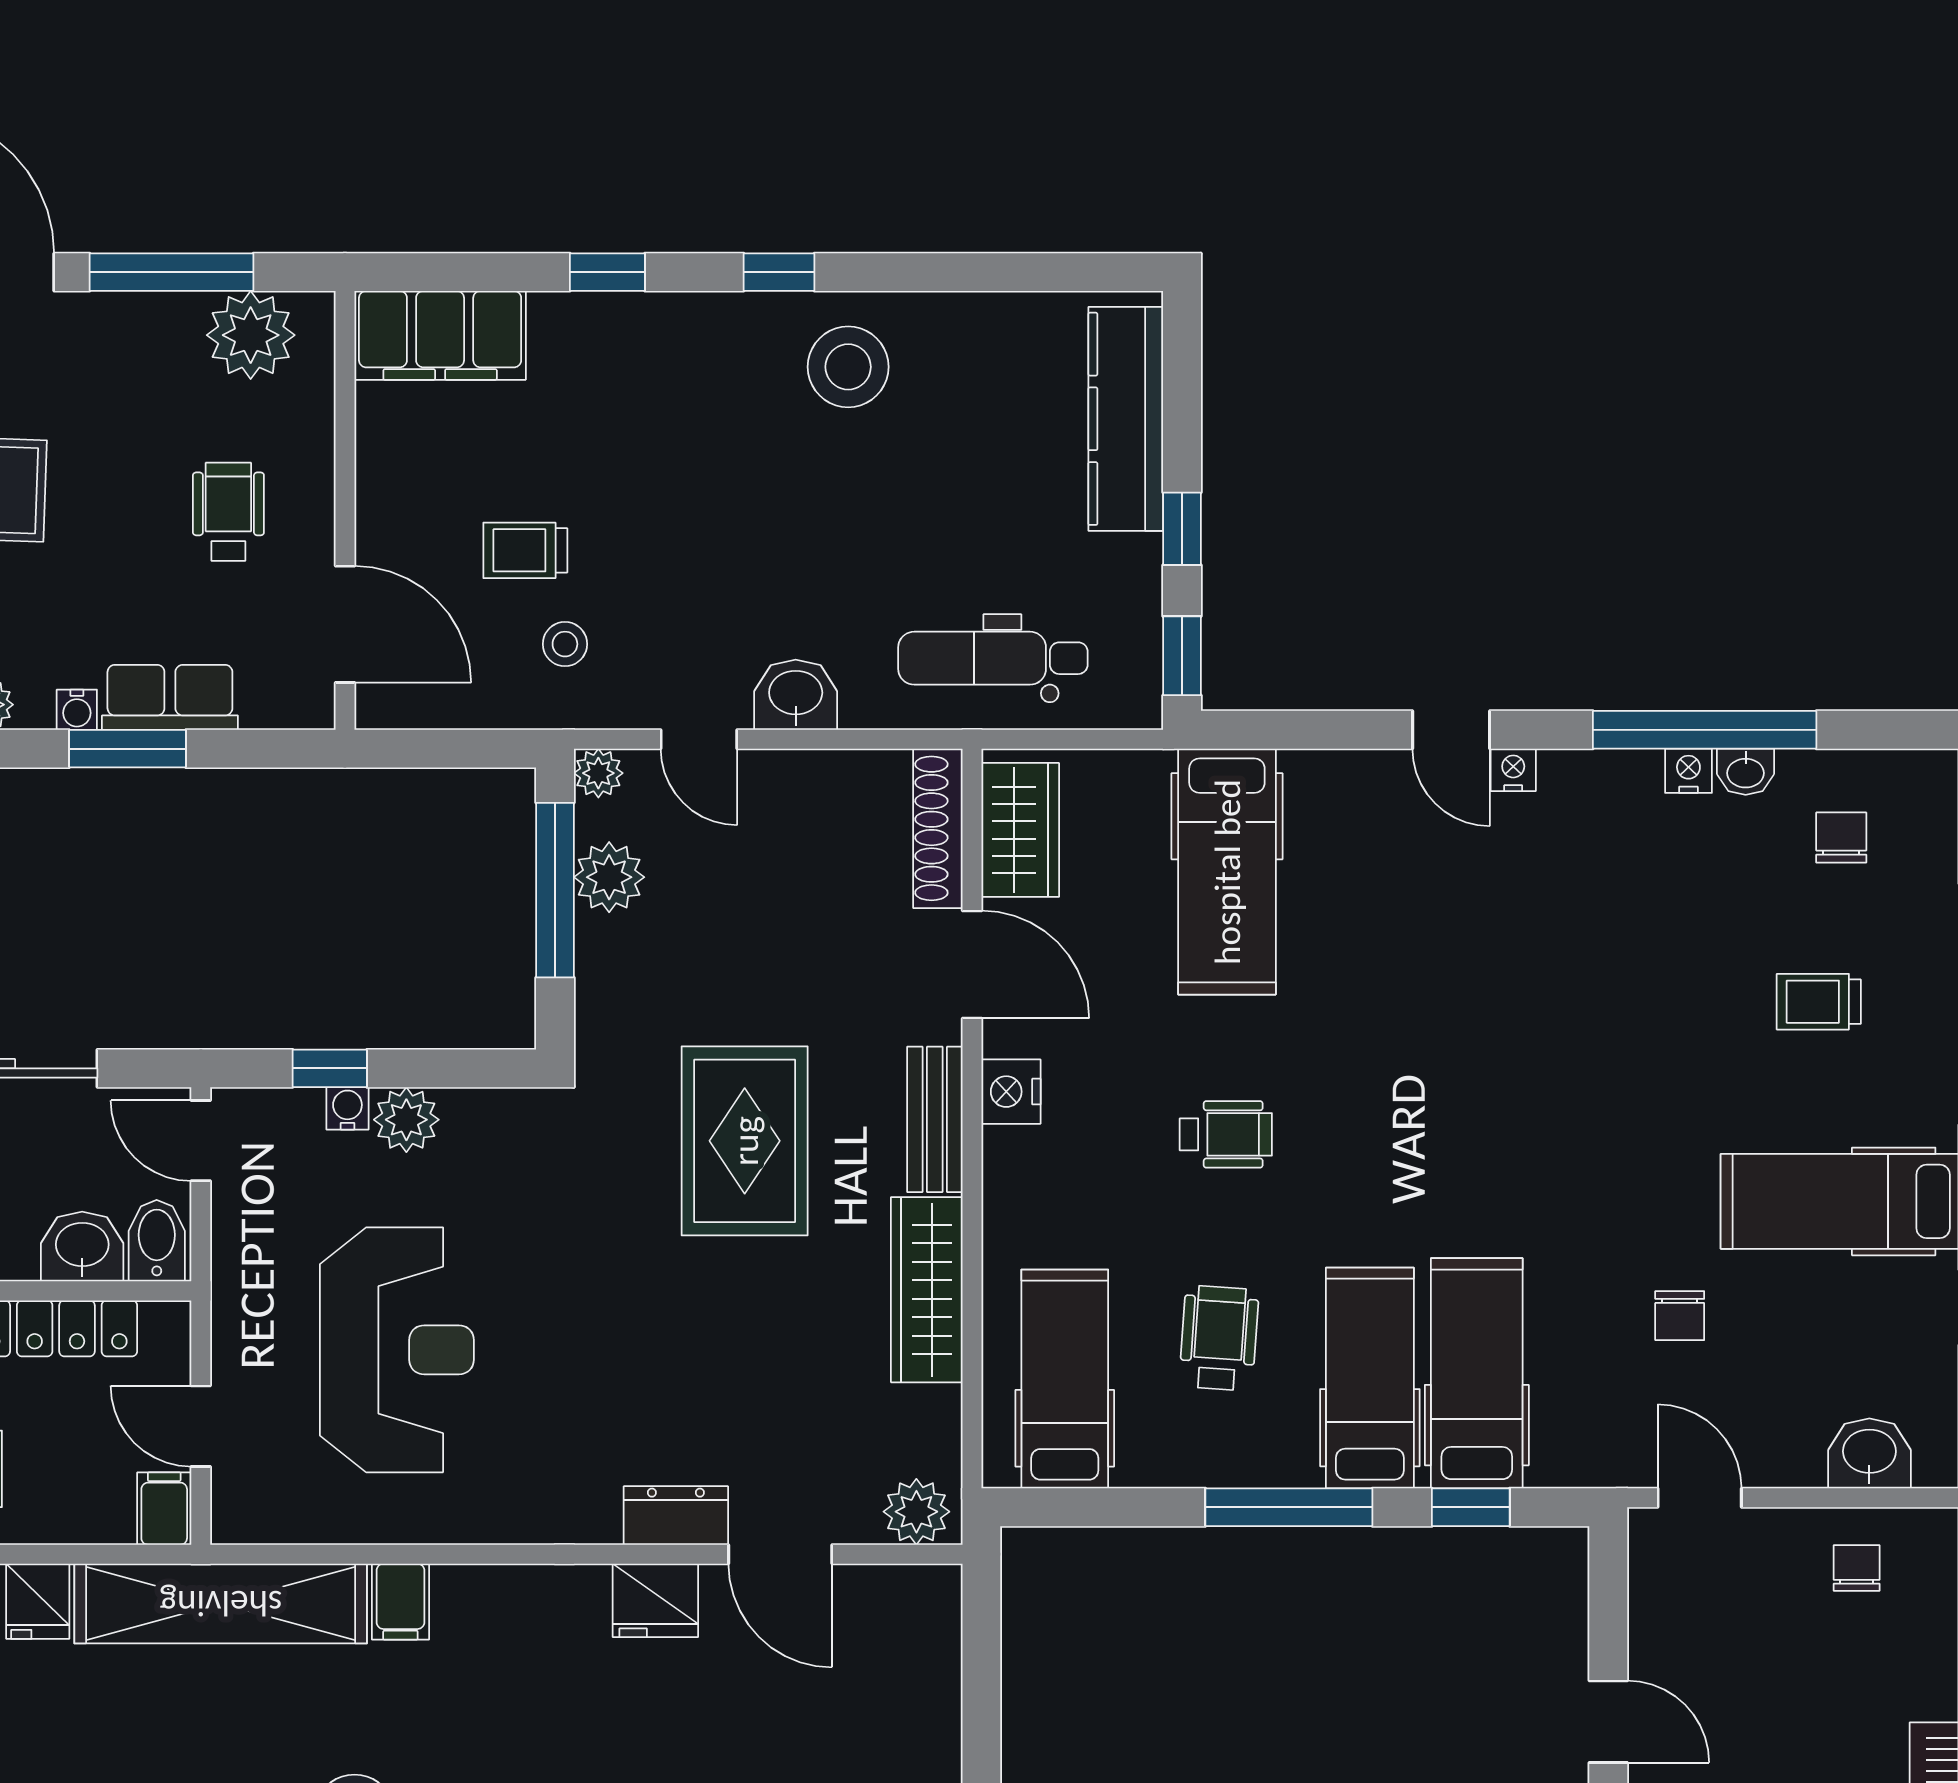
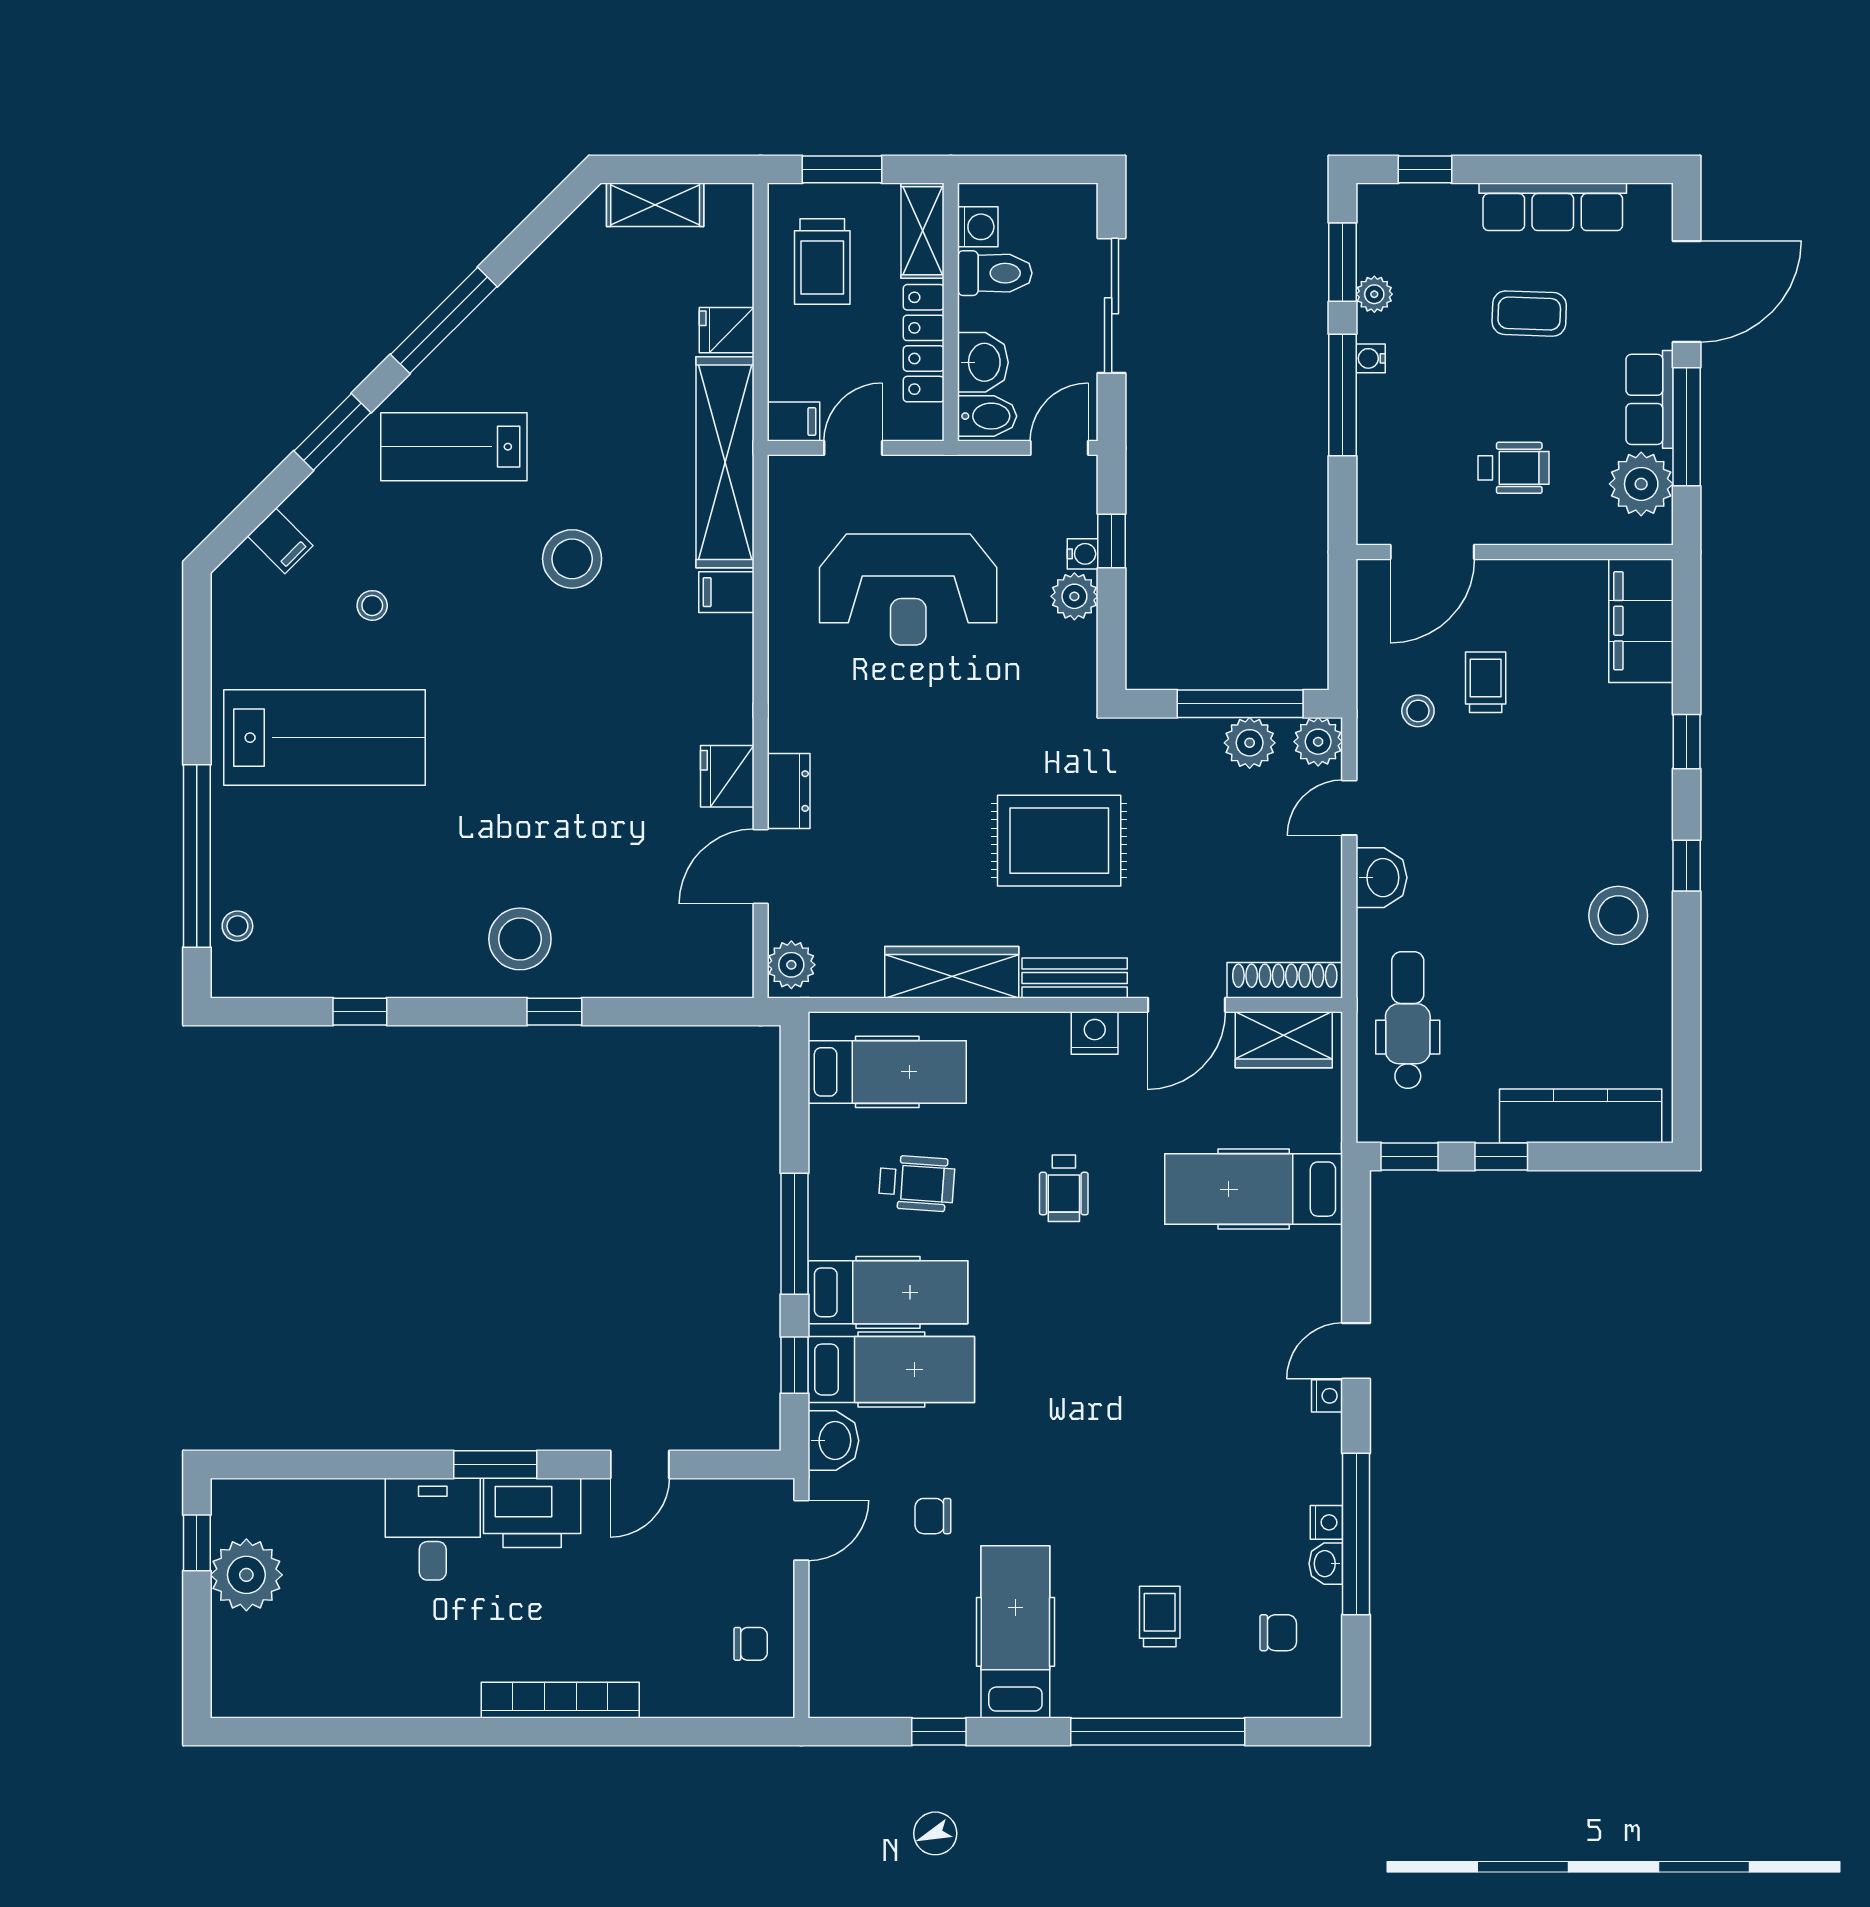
row of seats: (170, 697) -> (1650, 399), moved, turned 180
window: (128, 749) -> (1342, 395), width x1.44
plant: (598, 773) -> (1318, 742), width x1.38, depth x1.38
washbasin: (1869, 1453) -> (833, 1441), moved

